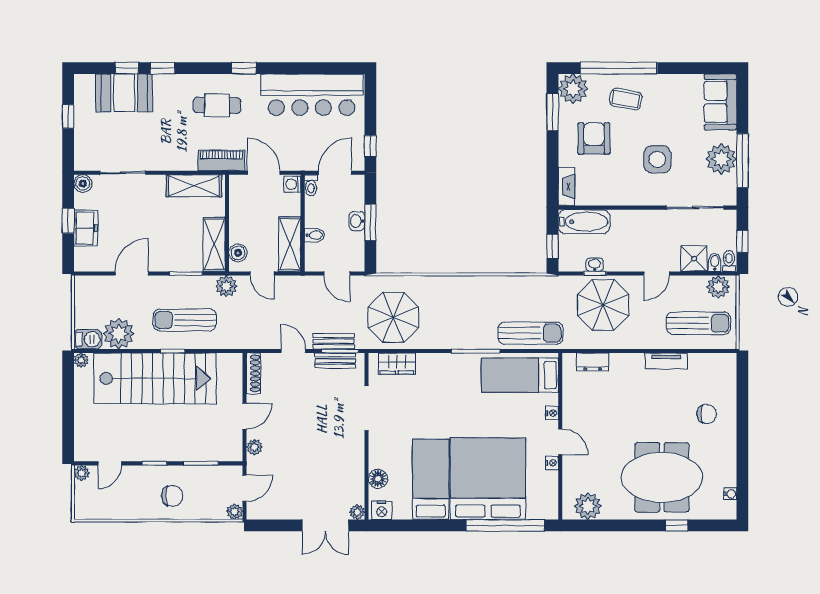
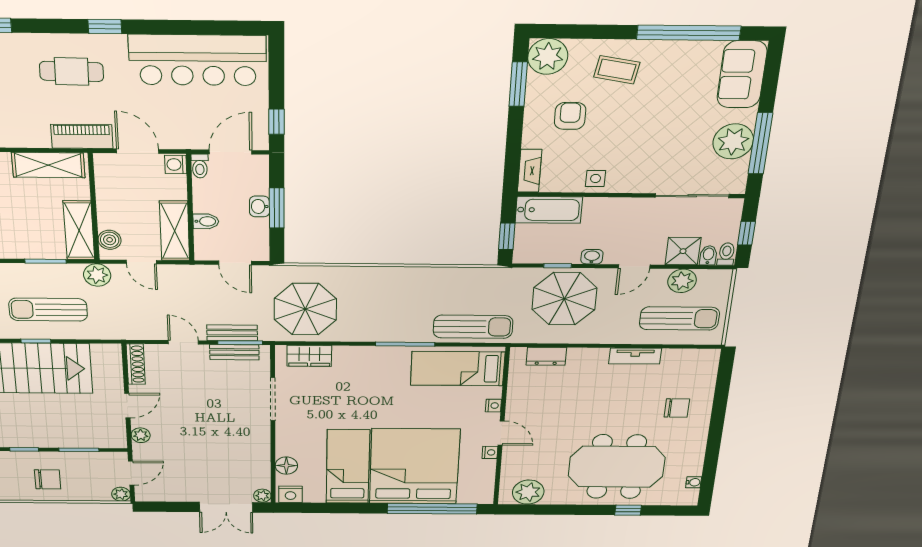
window: (619, 68) -> (689, 33), moved
armchair: (594, 138) -> (570, 116), width x0.72, depth x0.72
side table: (657, 159) -> (596, 178), moved, width x0.54, depth x0.54
washbasin: (595, 265) -> (592, 257), moved
plant: (718, 287) -> (682, 281), moved

